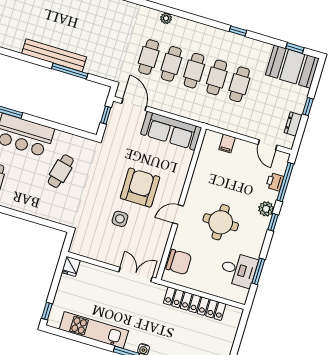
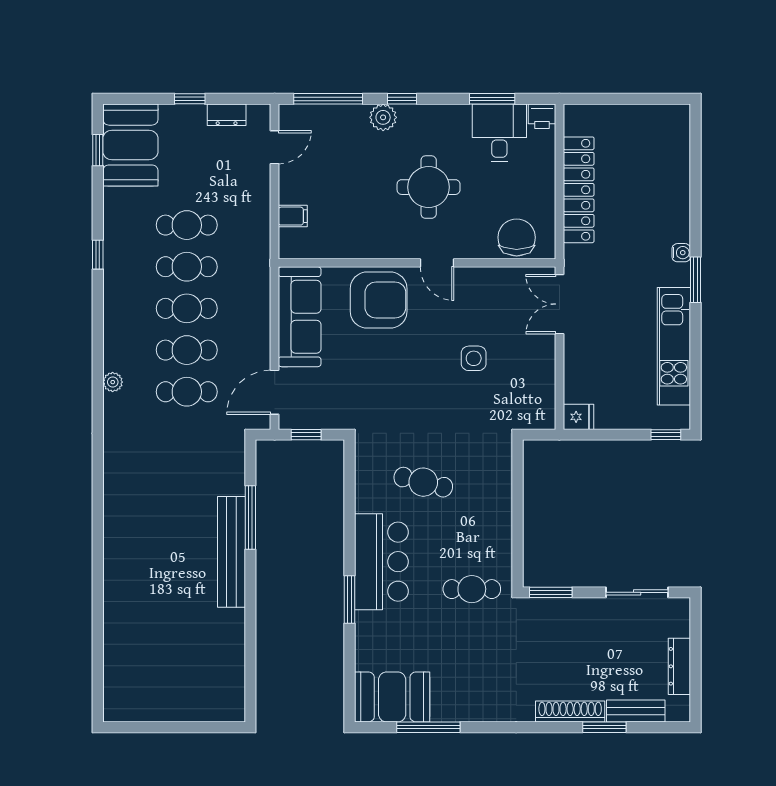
printer: (275, 182) -> (542, 116), moved
armchair: (140, 188) -> (379, 300), moved, turned 180

